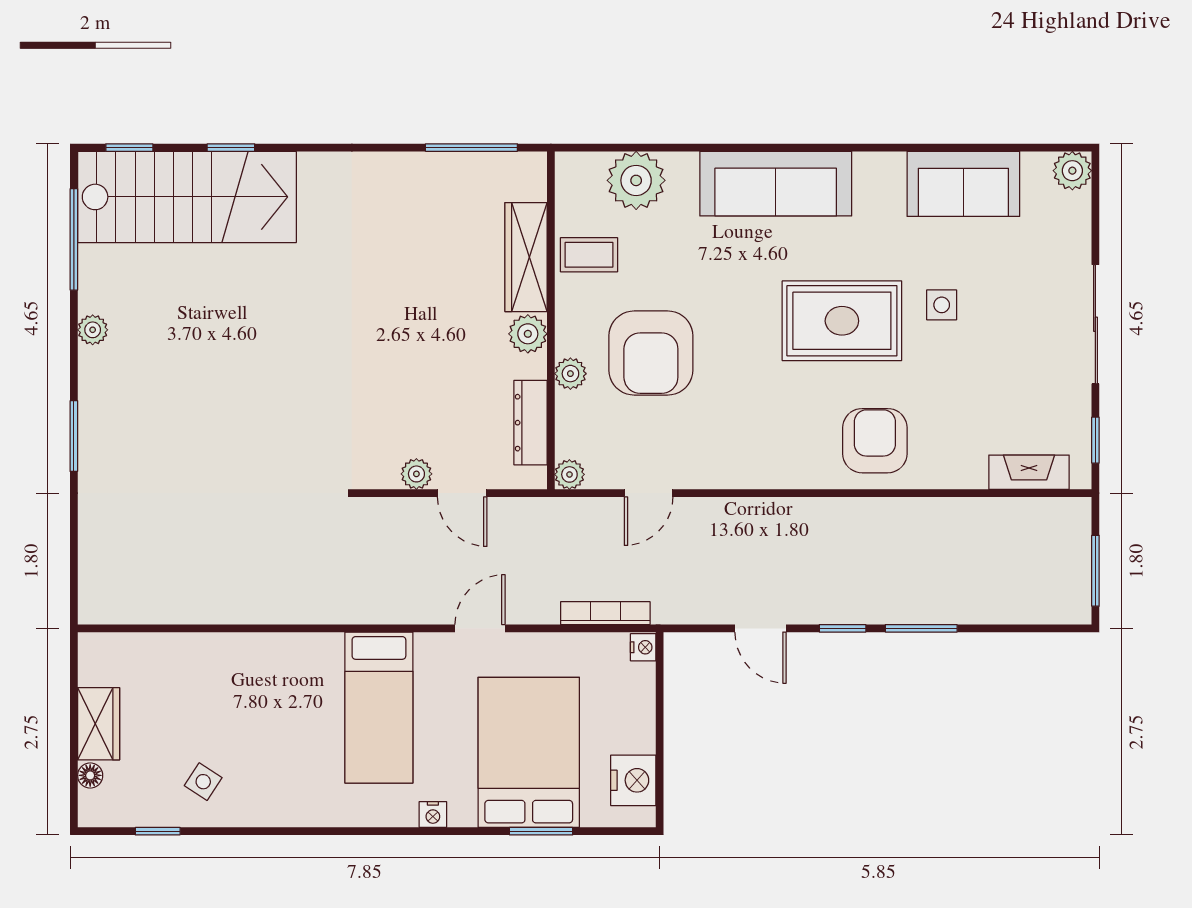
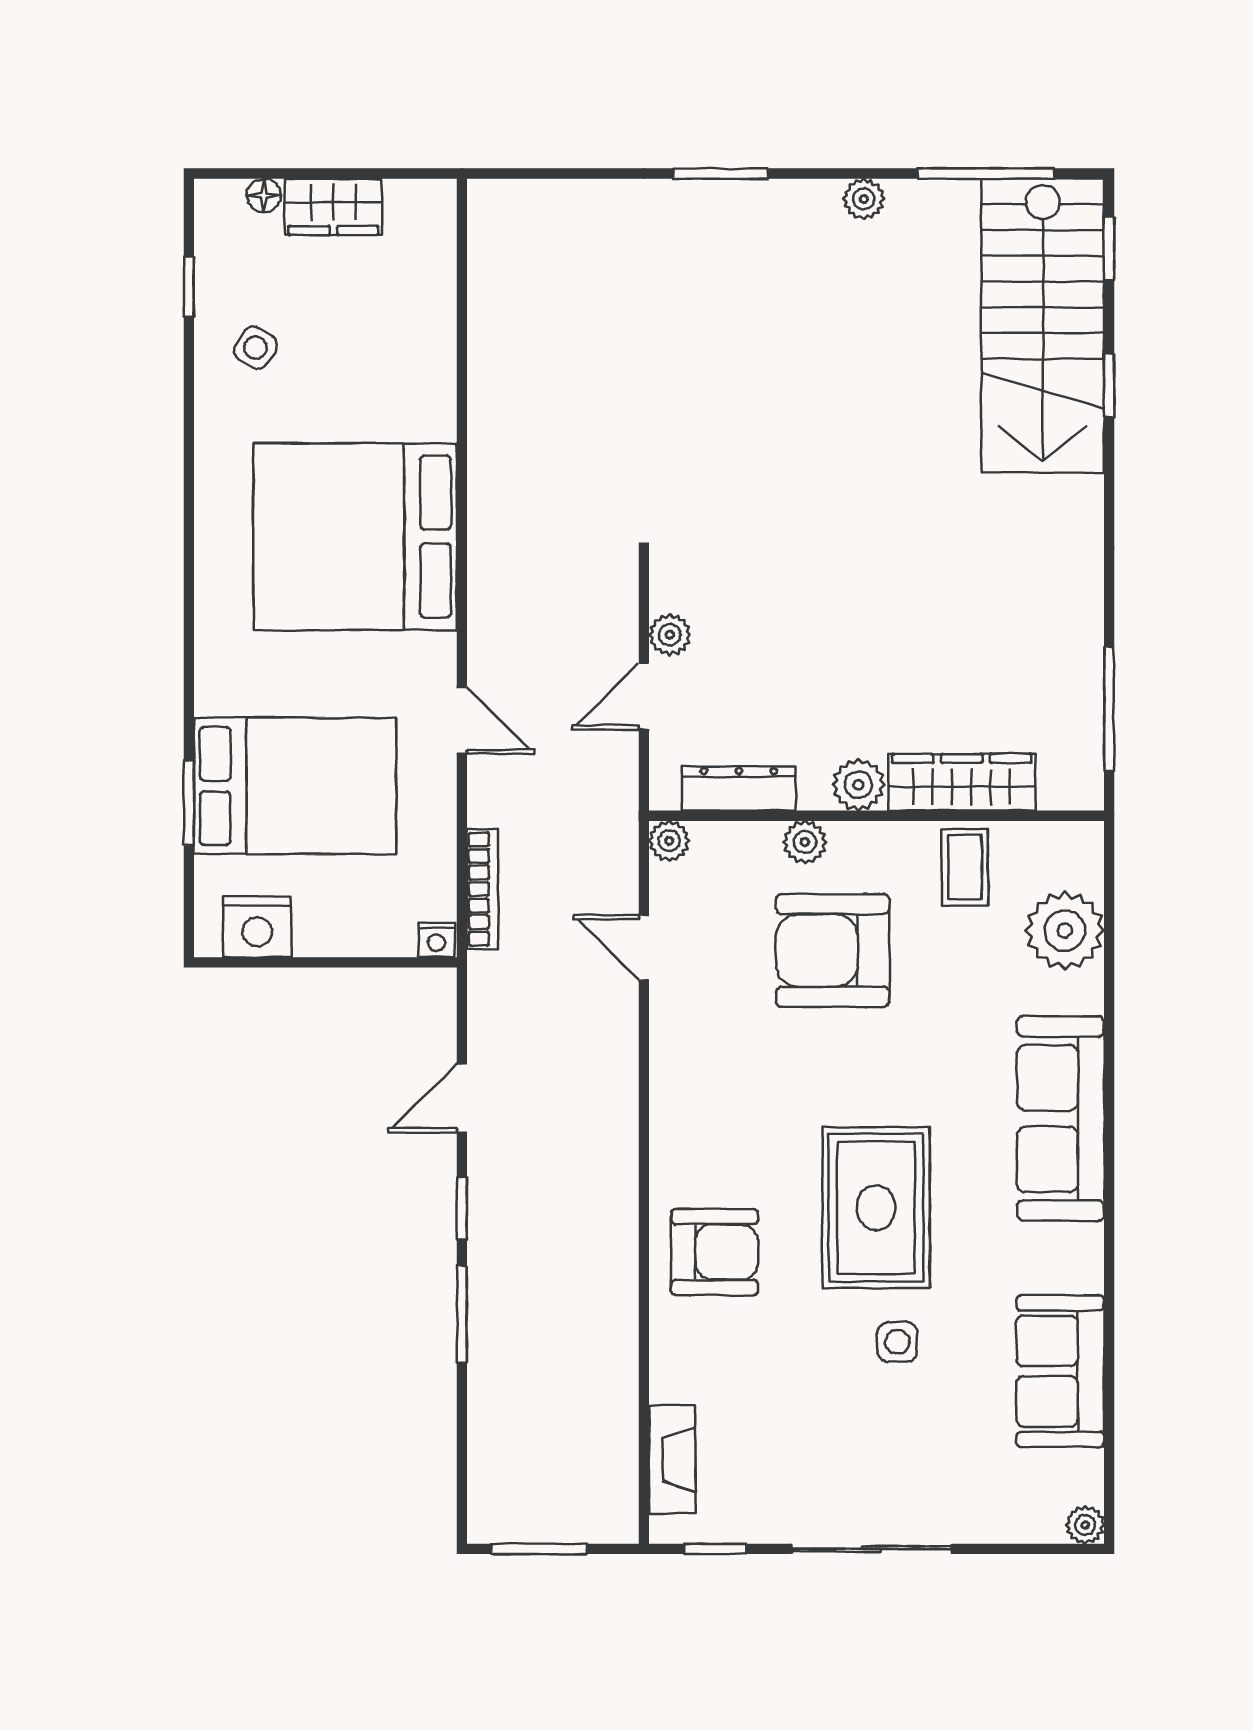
plant: (1072, 171) -> (1085, 1525), width x0.73, depth x0.73
bed: (379, 708) -> (355, 537), width x2.04
nightstand: (433, 814) -> (211, 657), removed

